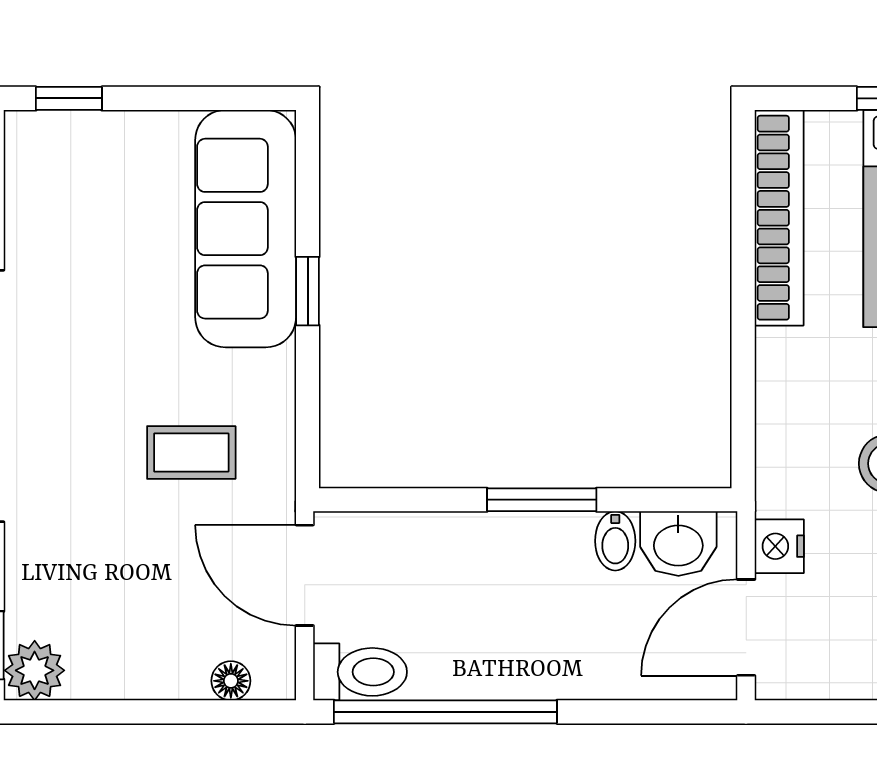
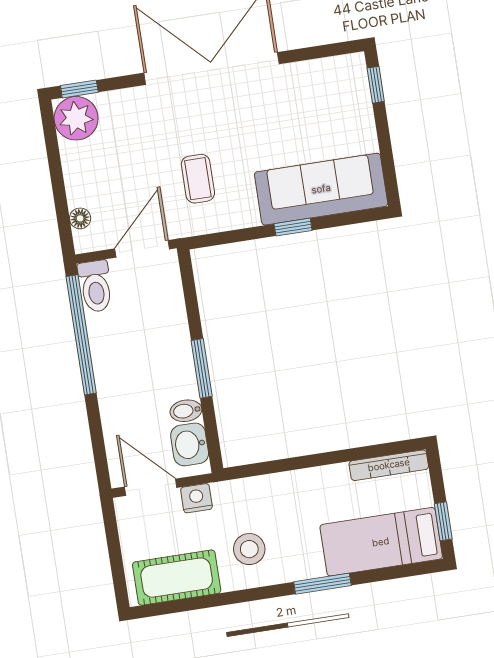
bookcase: (779, 218) -> (389, 465), width x0.68, depth x0.76
plant: (35, 670) -> (76, 118), width x1.36, depth x1.36

